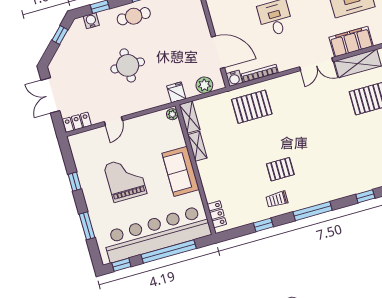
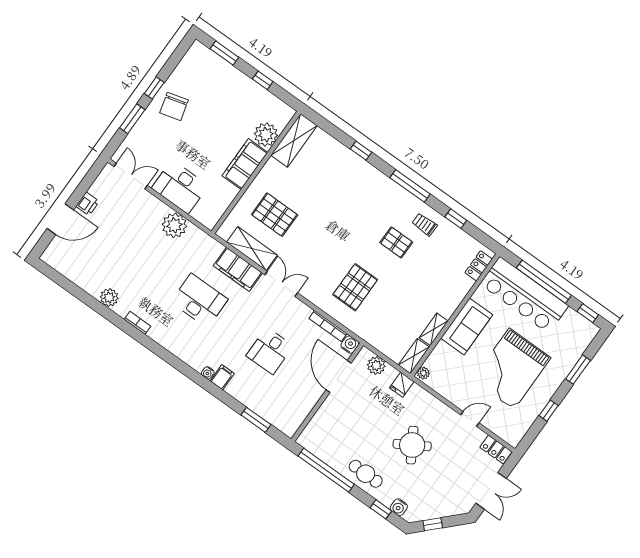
round table: (128, 65) -> (412, 445), turned -31
pallet: (252, 107) -> (355, 287), moved, turned 90
grand piano: (125, 179) -> (512, 369), width x1.37, depth x1.48
trolley: (277, 199) -> (425, 225), turned 180
bar counter: (157, 234) -> (524, 295), width x0.73

